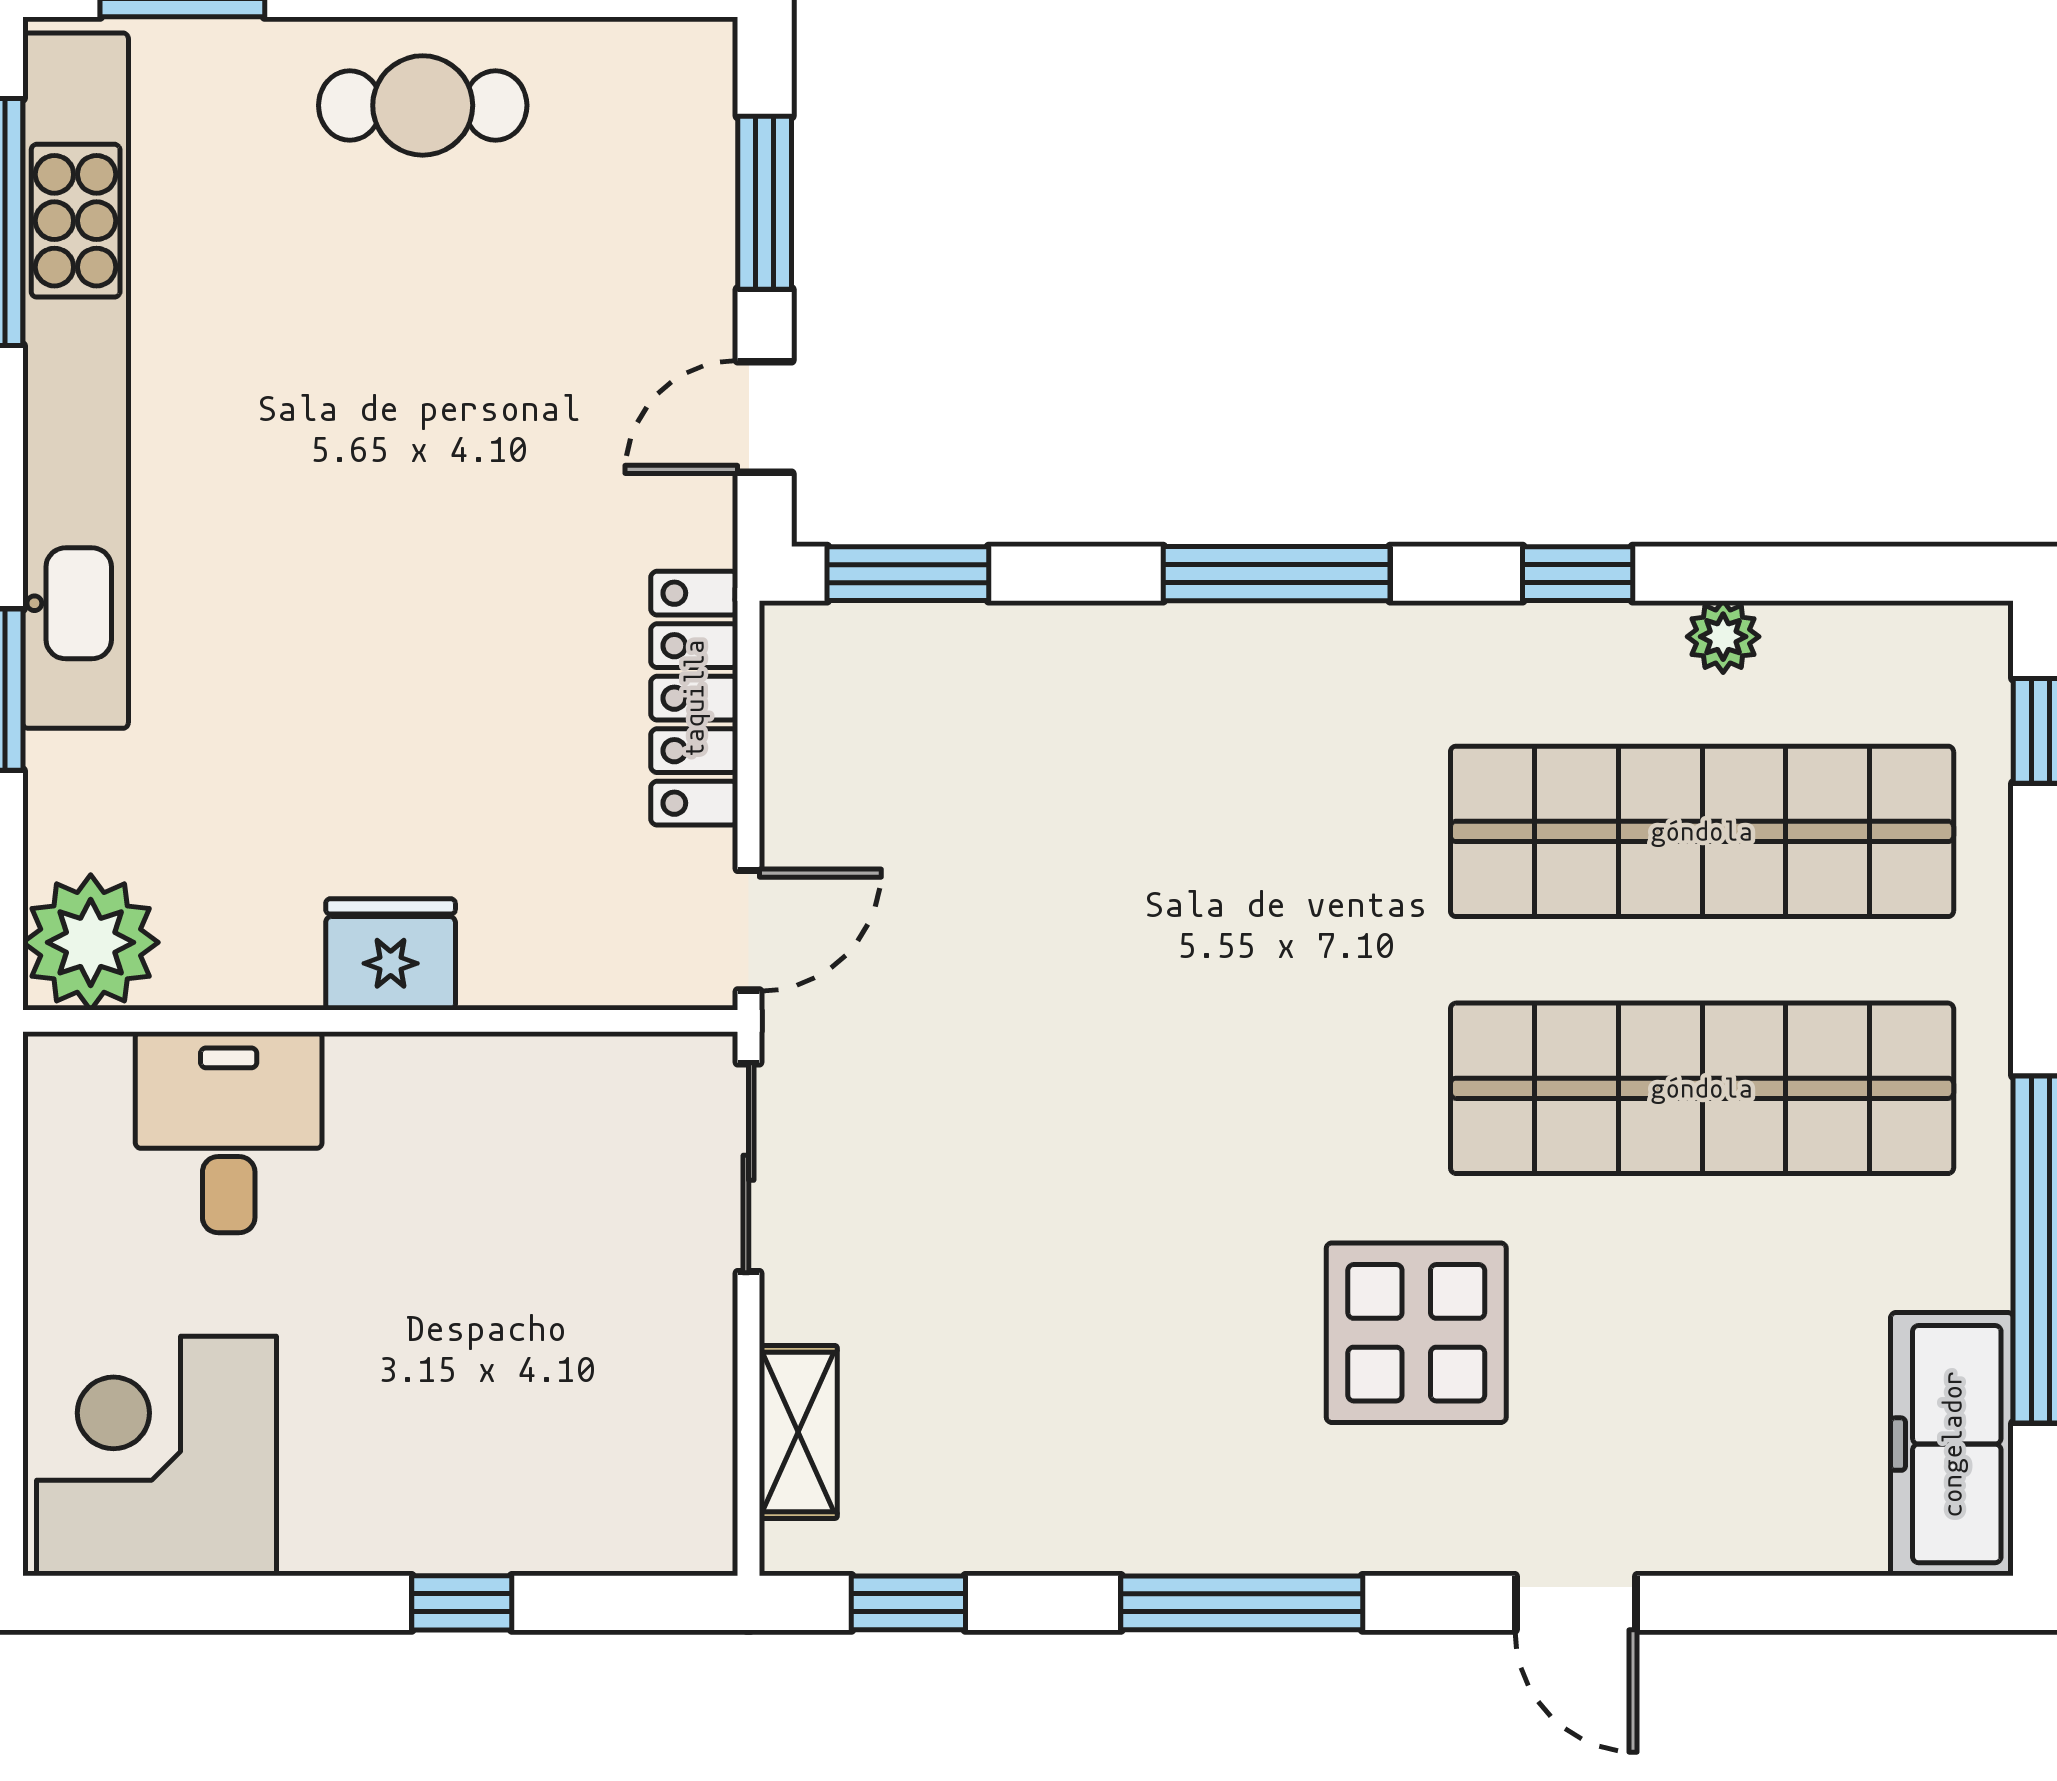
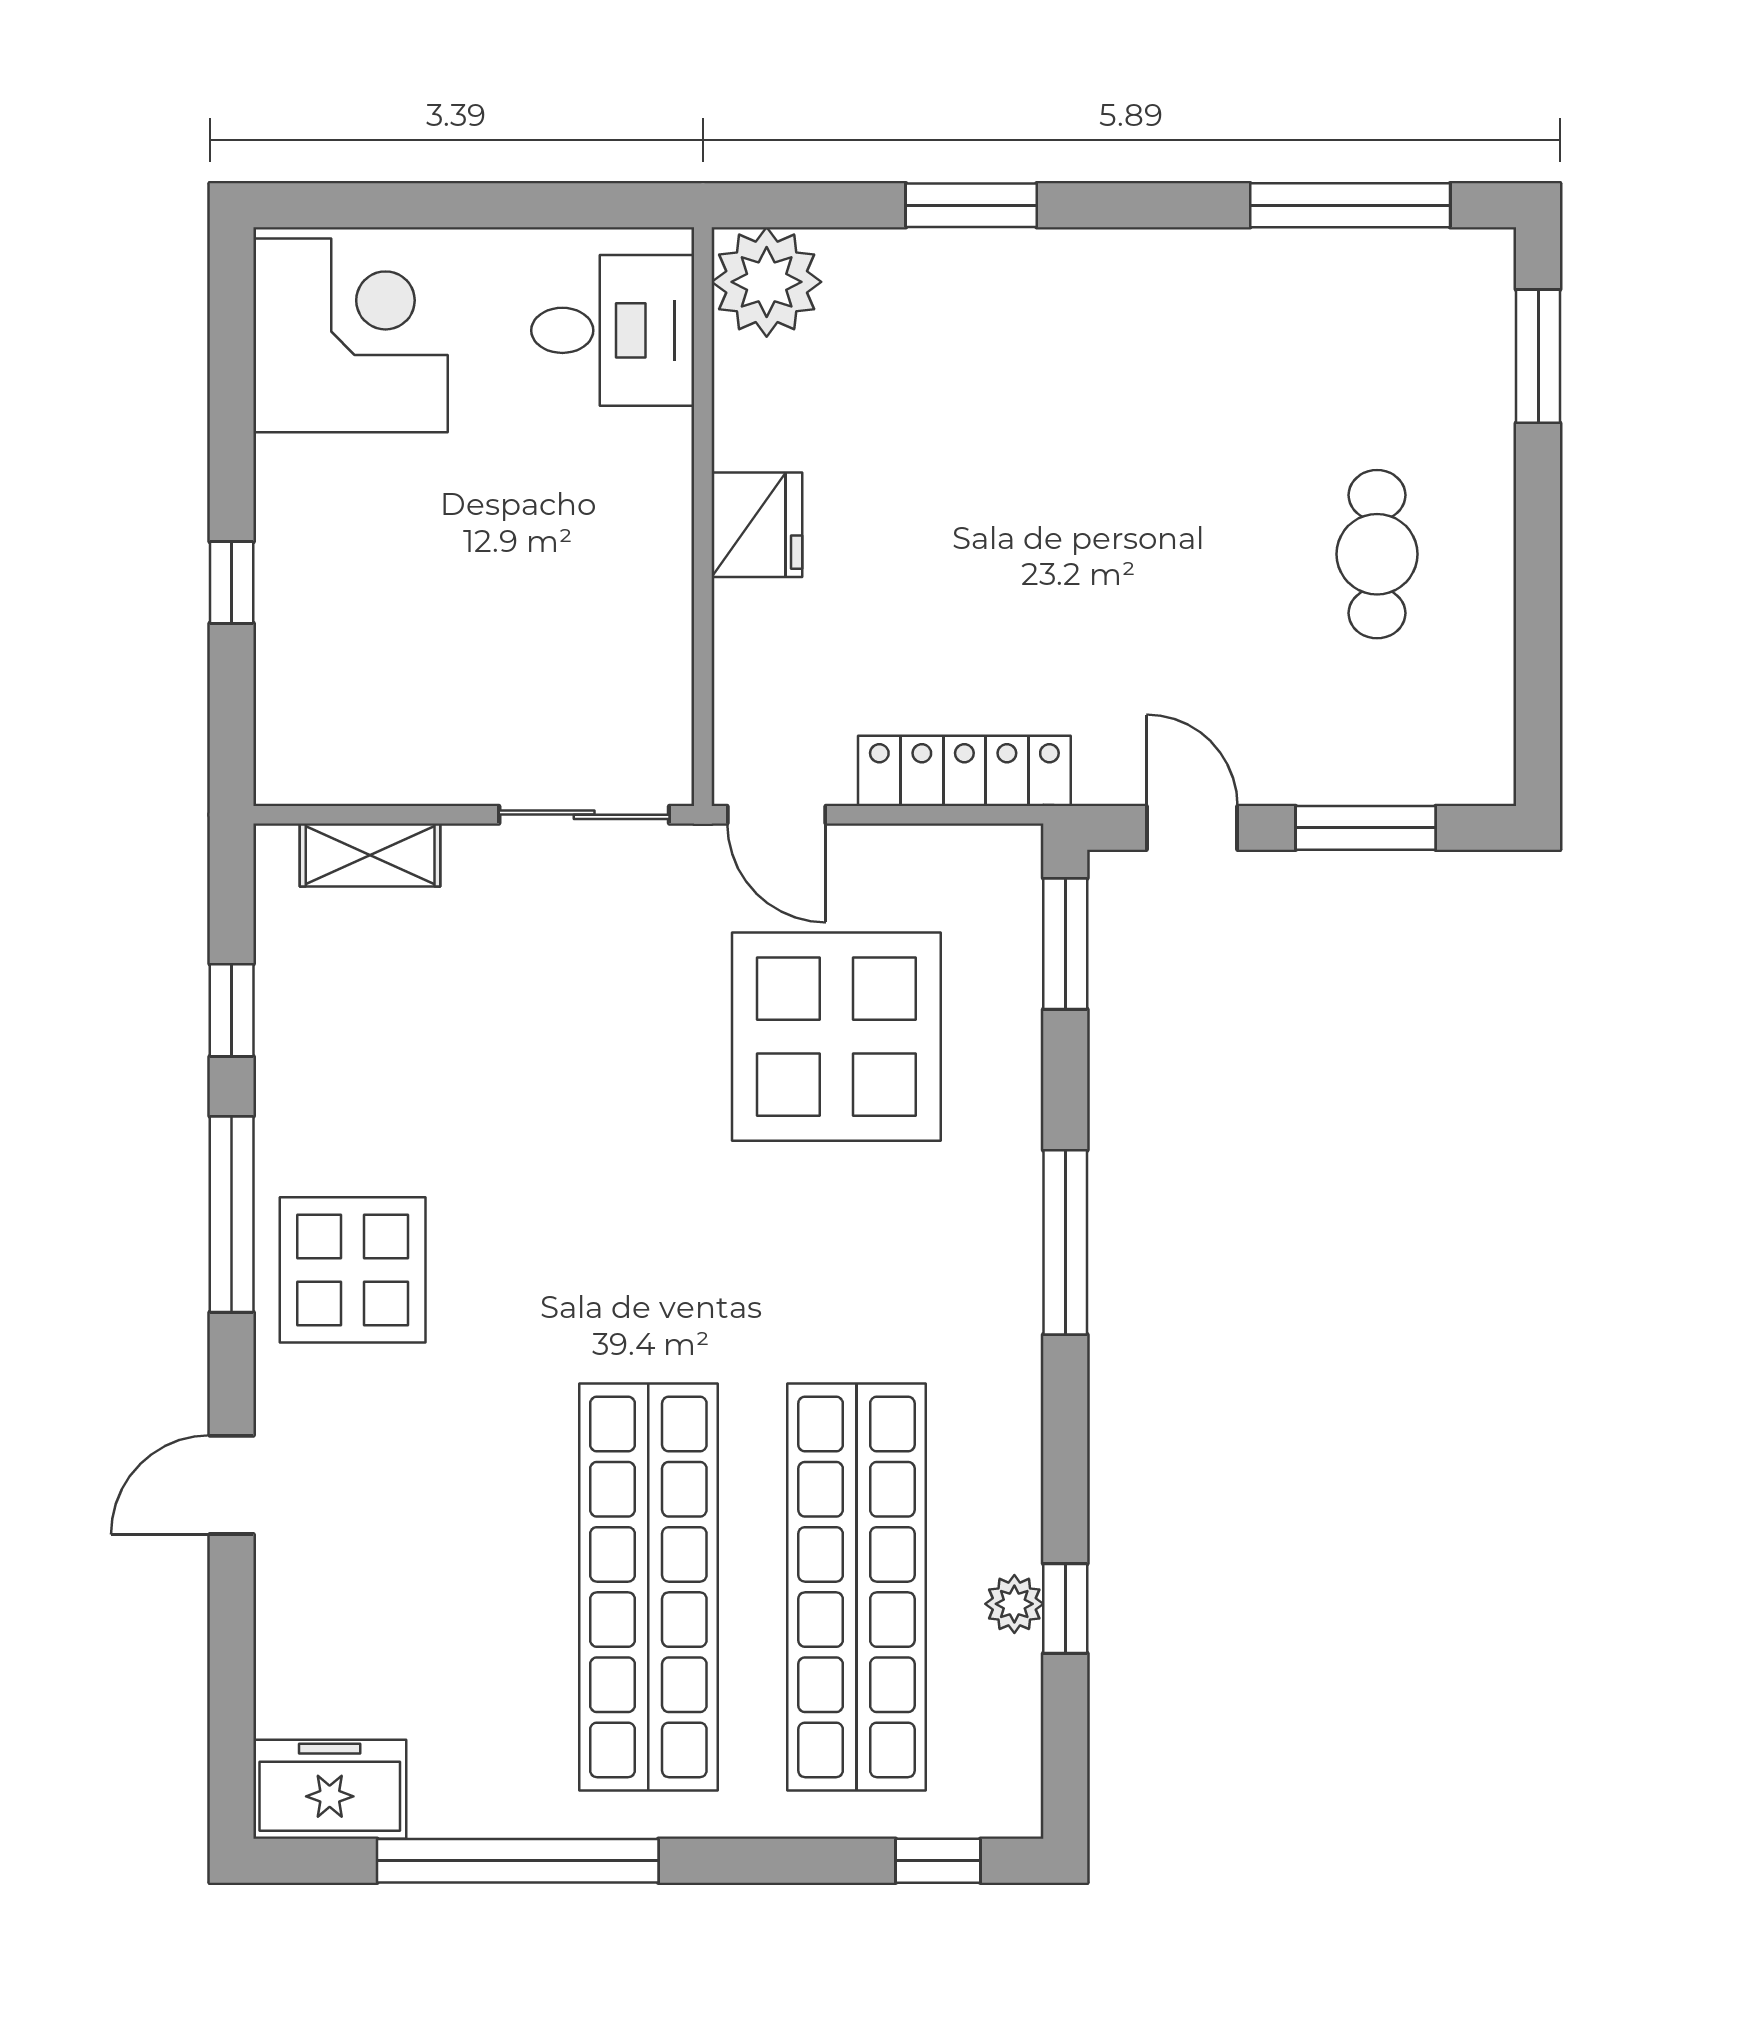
cafe table: (423, 105) -> (1377, 554), moved
kitchen unit: (76, 381) -> (1222, 270), removed
window: (1578, 574) -> (1065, 1609), moved
display table: (1023, 856) -> (836, 1037), added
desk: (229, 1132) -> (613, 330), moved
display table: (1416, 1333) -> (353, 1270), moved
freezer: (1952, 1444) -> (330, 1789), width x0.71
window: (908, 1603) -> (232, 1010), moved

